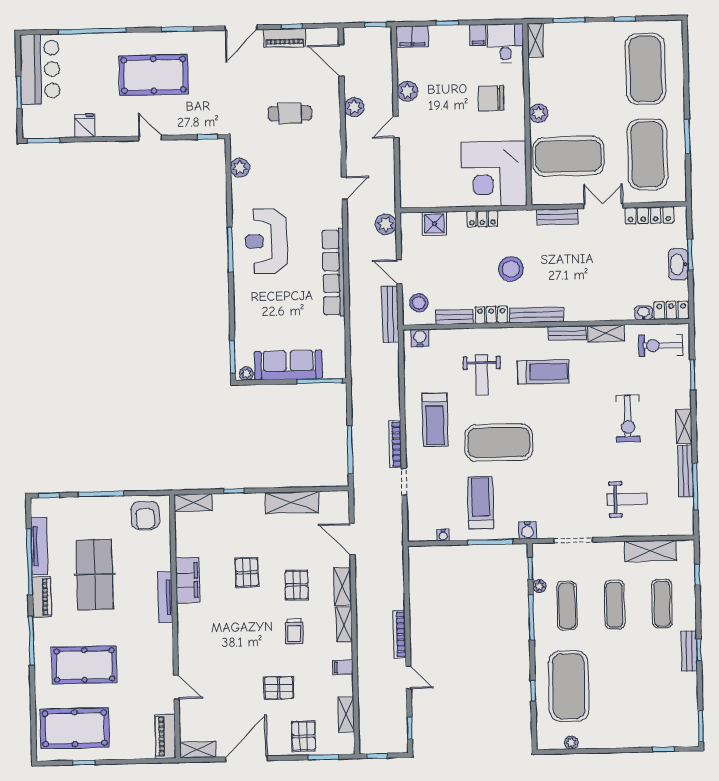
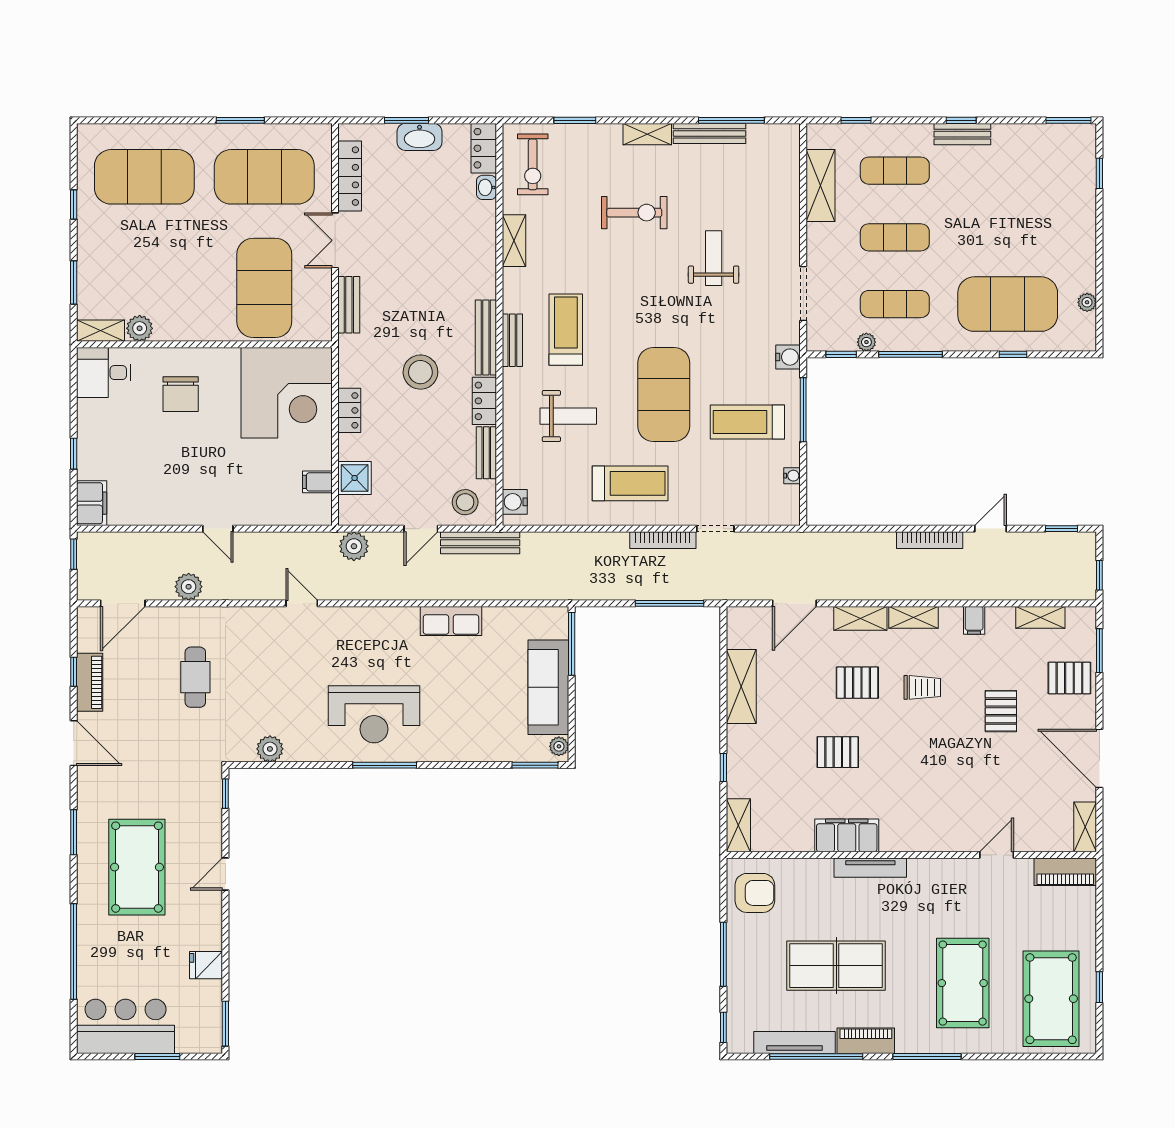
filing cabinet: (478, 35) -> (317, 482), moved, turned 180
plant: (407, 91) -> (168, 512), removed
plant: (539, 113) -> (140, 328), moved
row of seats: (334, 272) -> (451, 621), width x0.50
bench: (567, 333) -> (512, 340), moved
weight bench: (627, 499) -> (714, 258), moved

